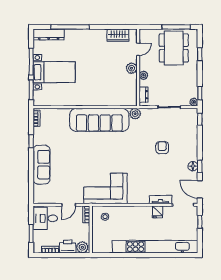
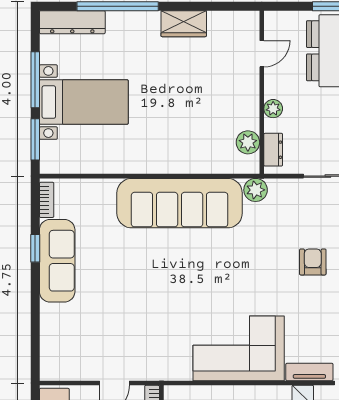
wardrobe: (118, 35) -> (184, 24), moved
plant: (132, 68) -> (248, 142), moved
sofa: (41, 165) -> (57, 261), moved
corner sofa: (105, 188) -> (239, 348), moved

